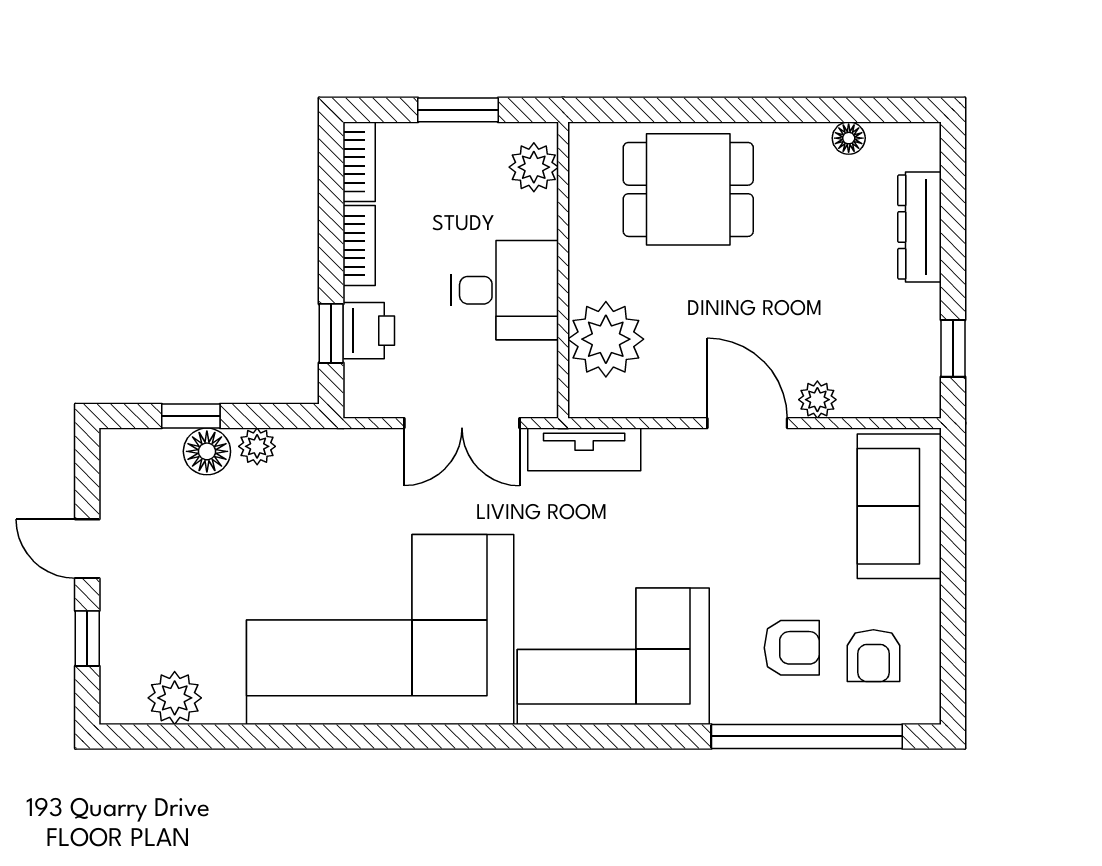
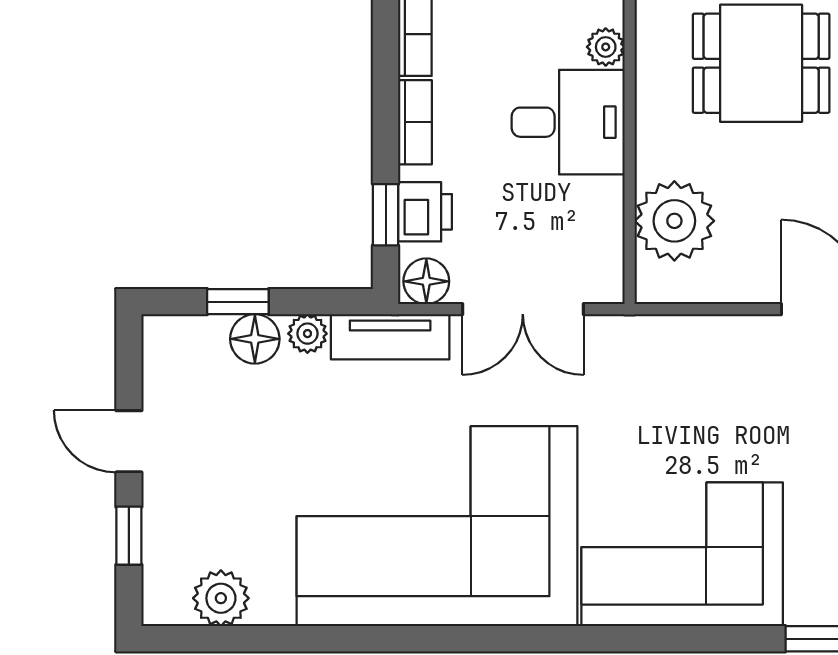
plant: (534, 167) -> (606, 47), width x0.73, depth x0.73
desk: (505, 290) -> (568, 122), moved
floor lamp: (370, 397) -> (426, 281), added
tv unit: (584, 449) -> (390, 337), moved

